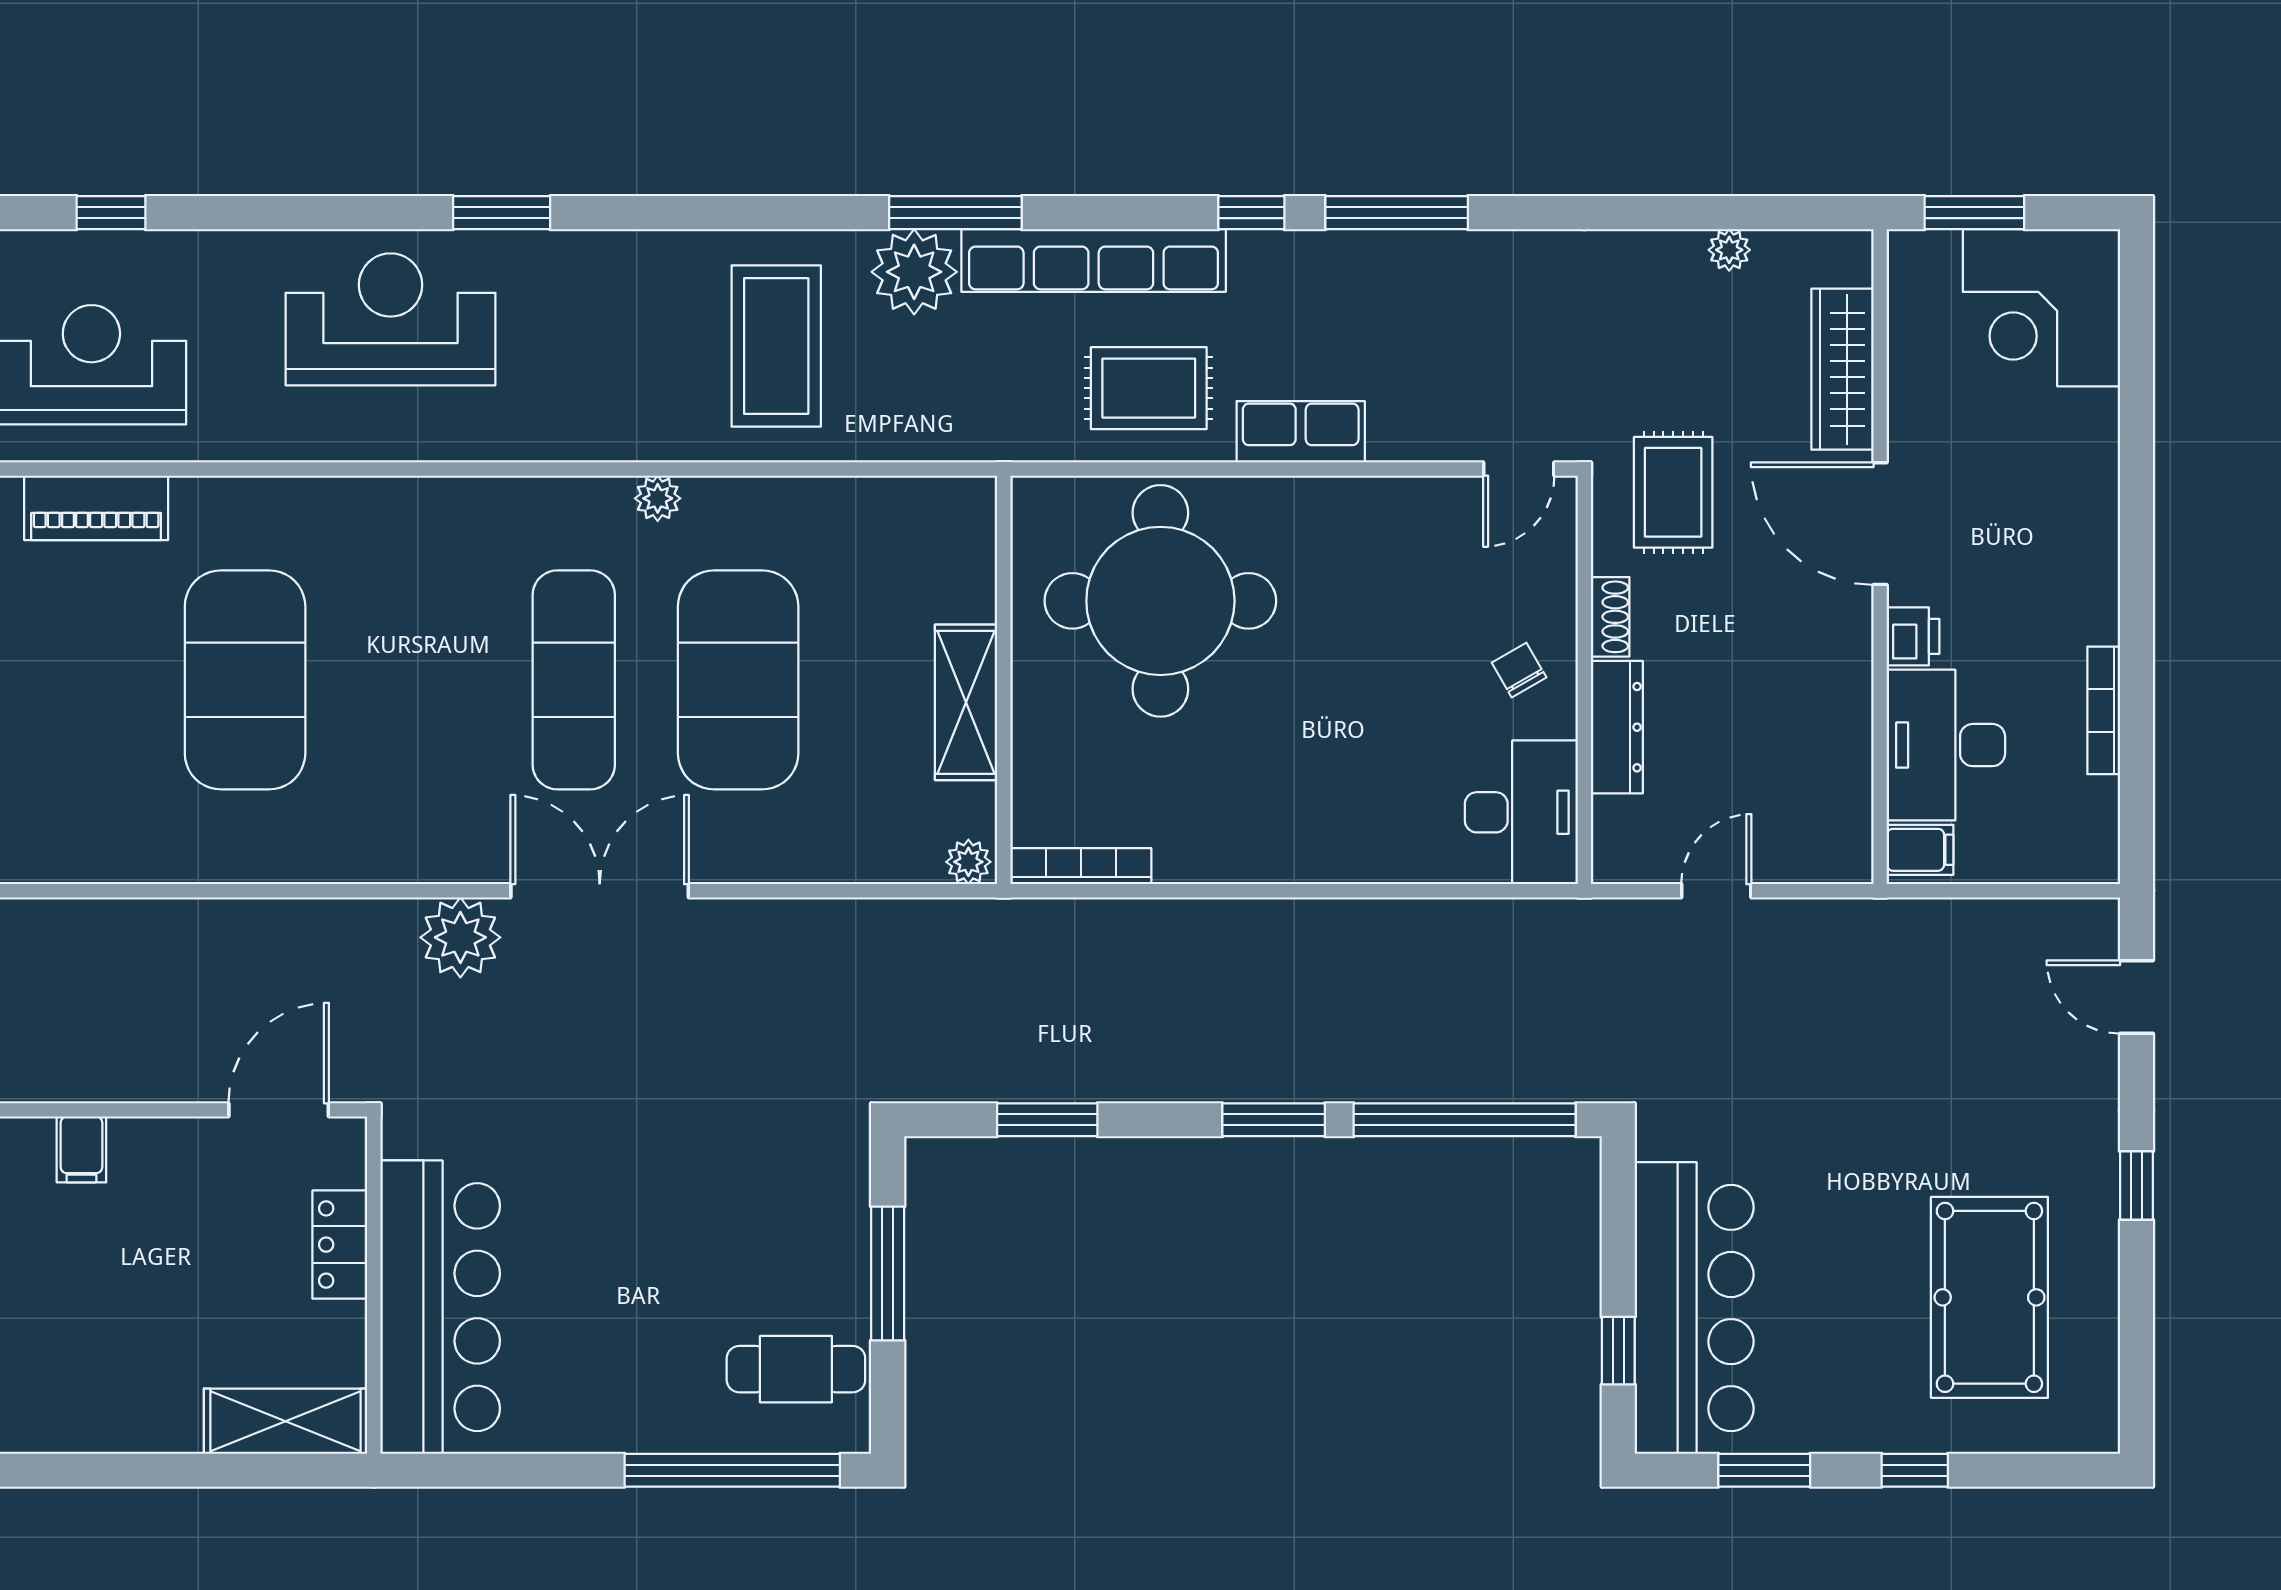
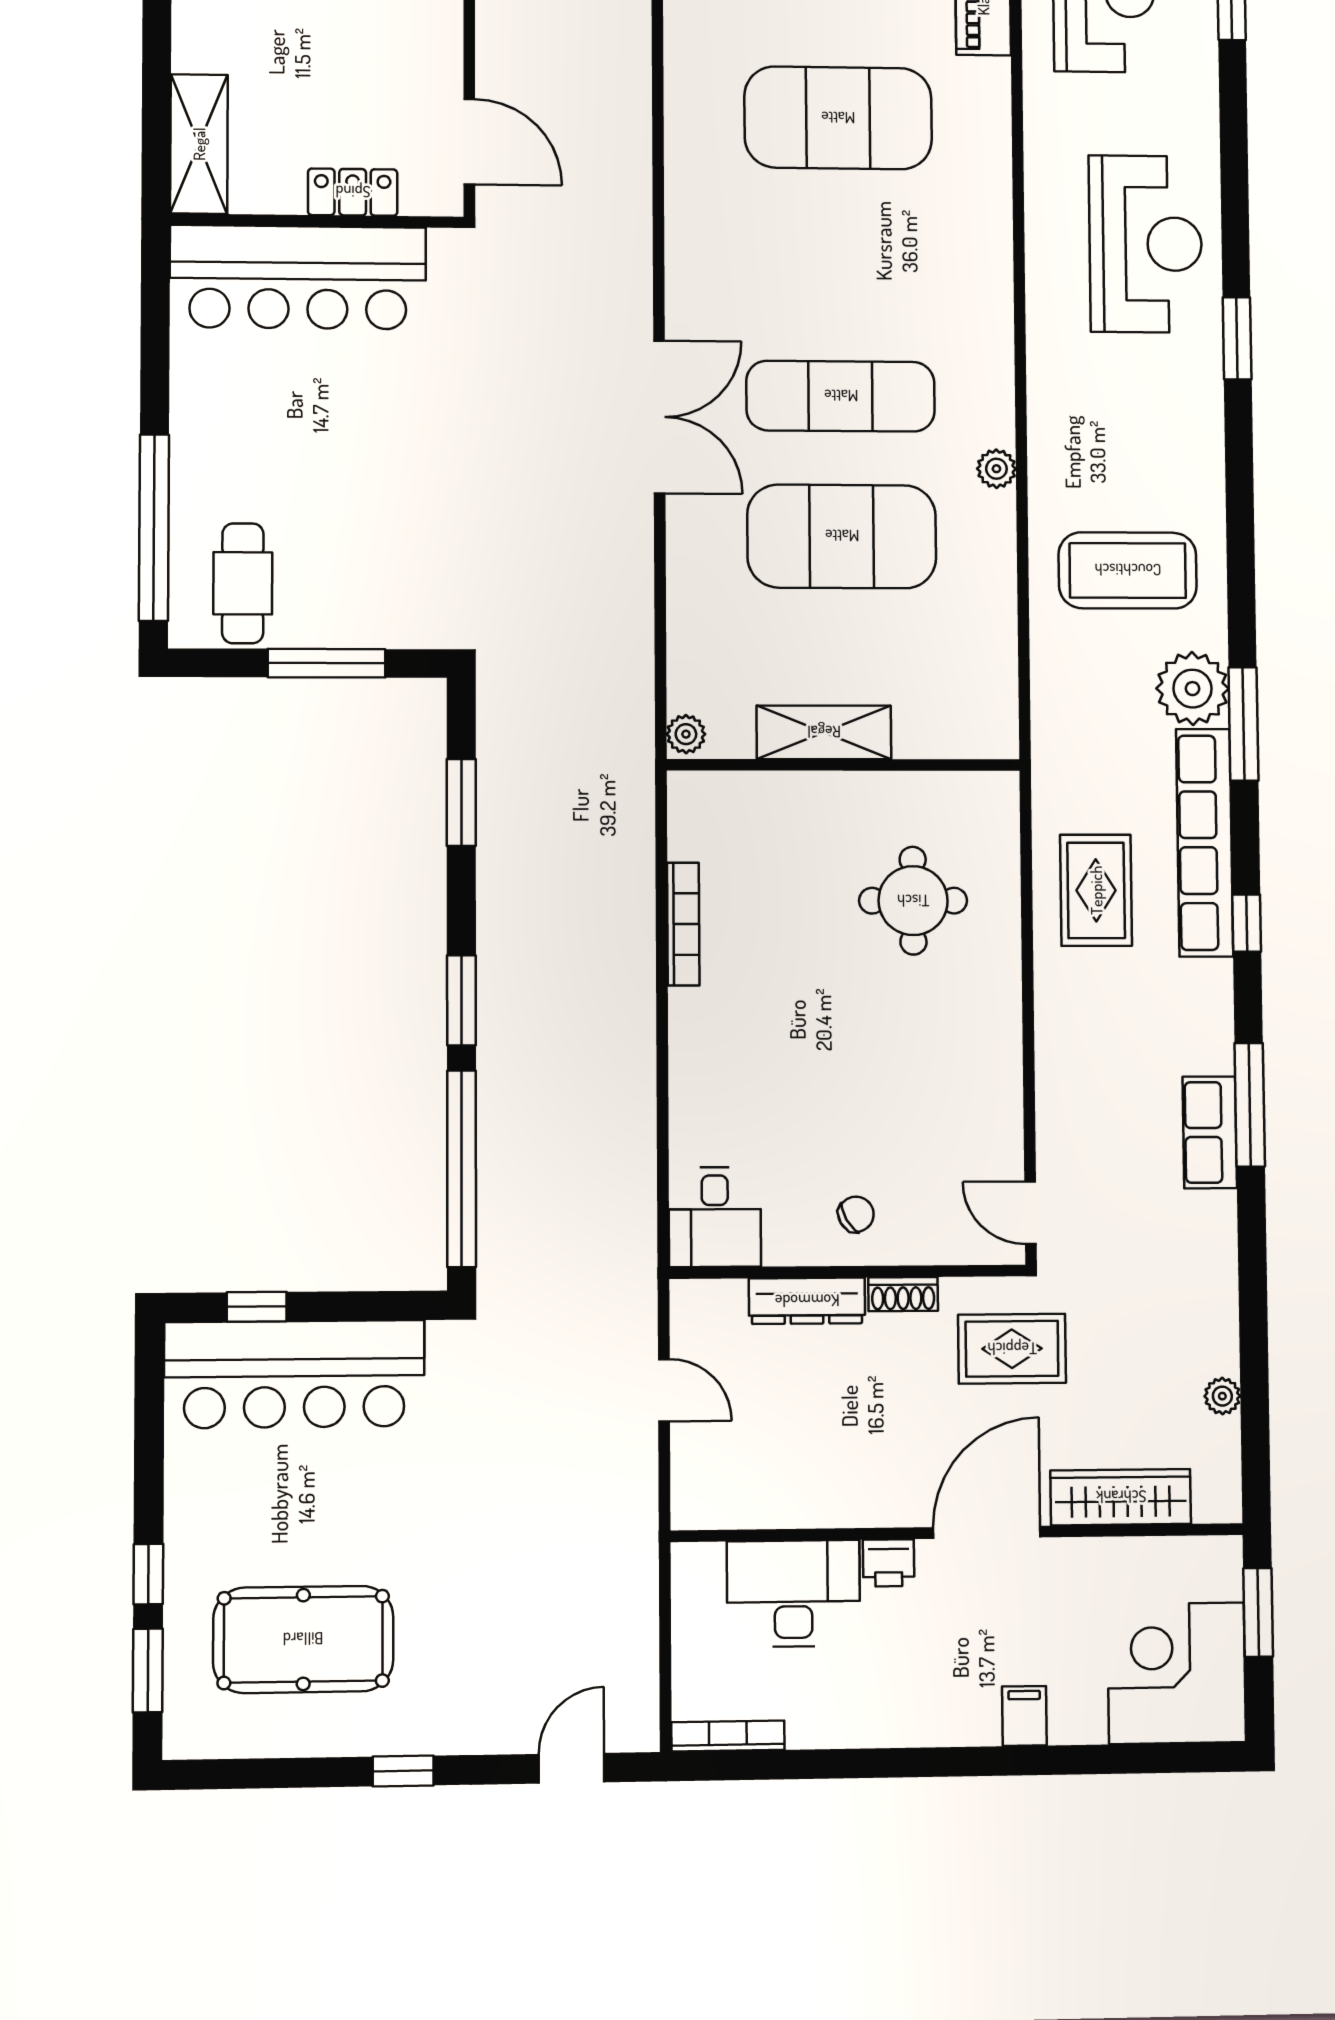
window: (1251, 213) -> (1247, 923), moved
row of seats: (1301, 432) -> (1210, 1132), moved, turned 180
round table: (1160, 601) -> (913, 901), width x0.54, depth x0.54
bookcase: (2104, 710) -> (728, 1736), moved
desk: (1521, 812) -> (715, 1217), width x0.73
filing cabinet: (1920, 850) -> (1024, 1716), moved, turned 180
bookcase: (1081, 866) -> (683, 924), moved
plant: (460, 937) -> (619, 298), removed
window: (1764, 1470) -> (148, 1670), moved

